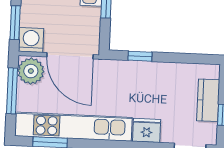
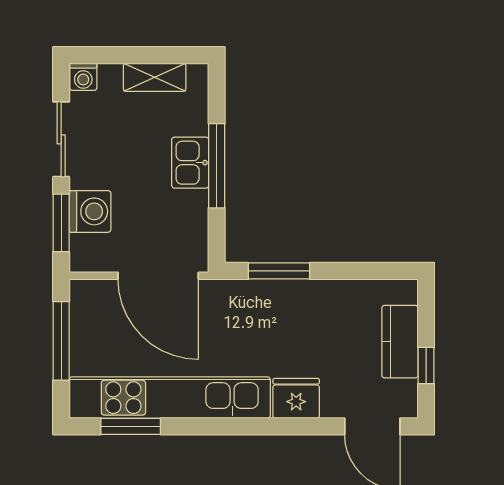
washing machine: (31, 40) -> (90, 211), moved, turned 90
window: (140, 56) -> (279, 271), width x1.50
plant: (31, 71) -> (92, 305), removed

